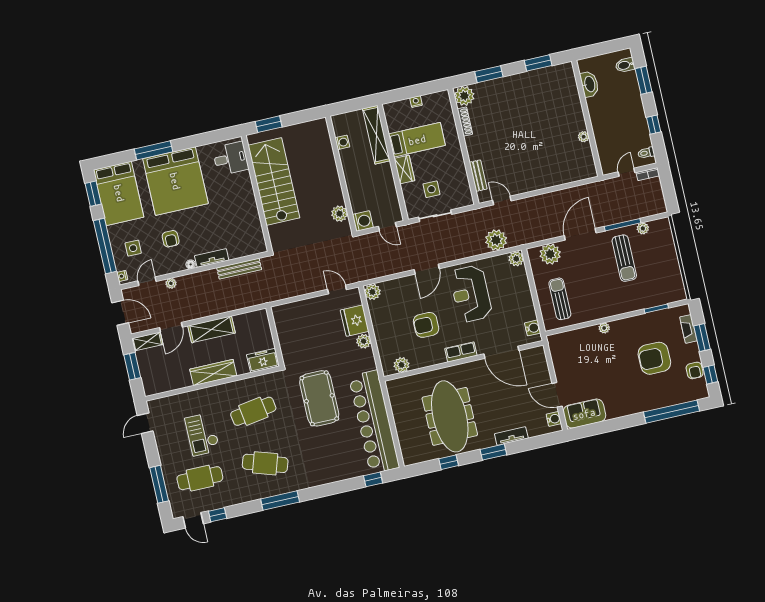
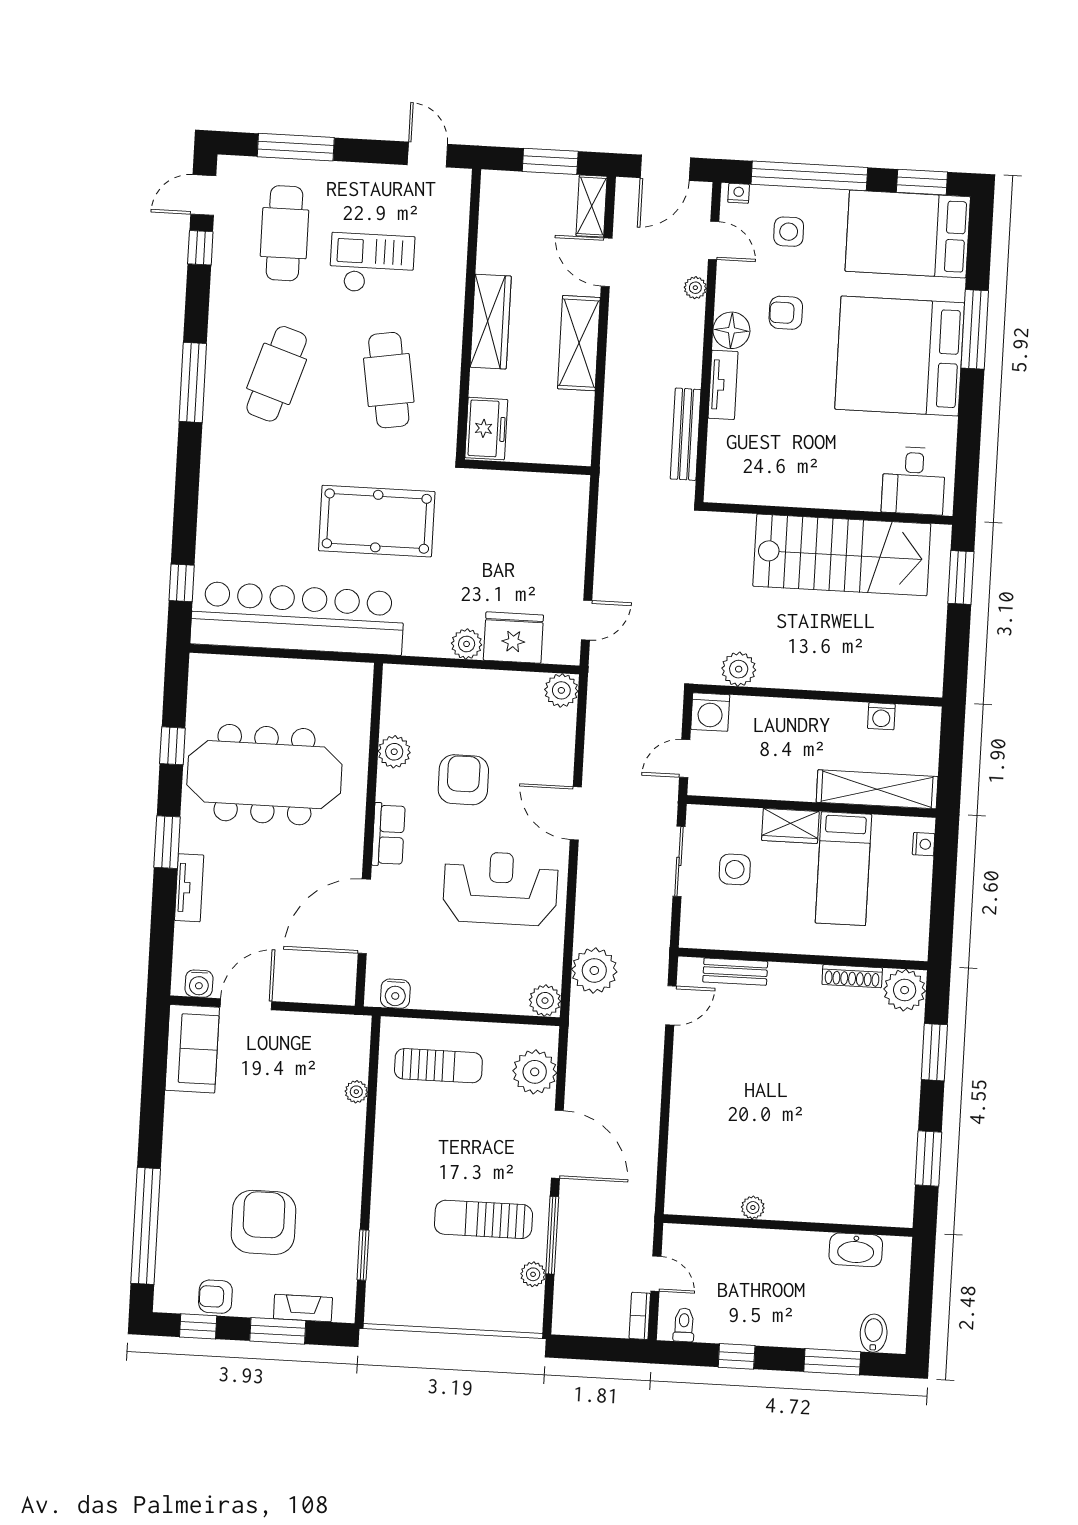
nightstand: (416, 102) -> (924, 844), moved
floor lamp: (191, 264) -> (731, 330), width x1.89, depth x1.89
plant: (604, 328) -> (356, 1092), moved
plant: (402, 365) -> (394, 752), moved

